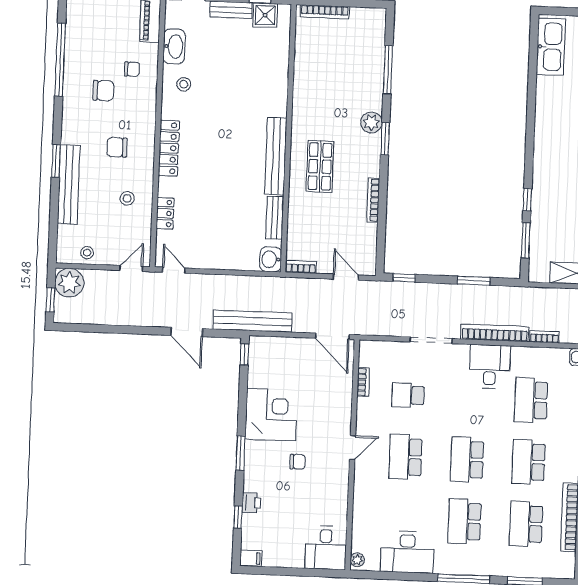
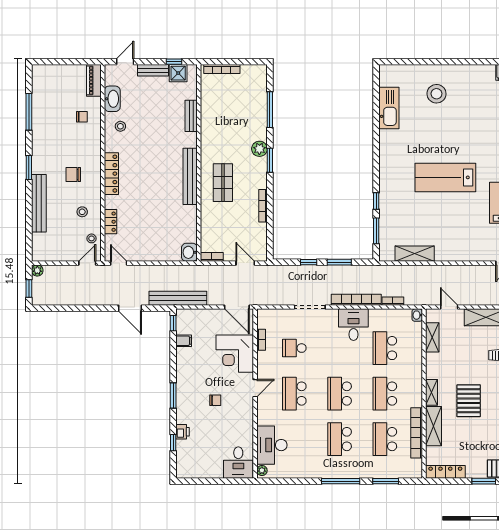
kitchen sink: (551, 47) -> (389, 108), moved
window: (60, 60) -> (29, 112), width x0.68
chair: (103, 91) -> (62, 133), removed
window: (56, 161) -> (29, 168), moved
bench: (275, 218) -> (191, 116), moved
stool: (87, 253) -> (91, 238), moved
window: (404, 278) -> (309, 262), moved
plant: (69, 283) -> (37, 270), width x0.53, depth x0.53
corner desk: (271, 415) -> (235, 354), moved, turned 180
desk: (407, 552) -> (272, 445), moved, turned 90
filing cabinet: (251, 558) -> (184, 341), moved

